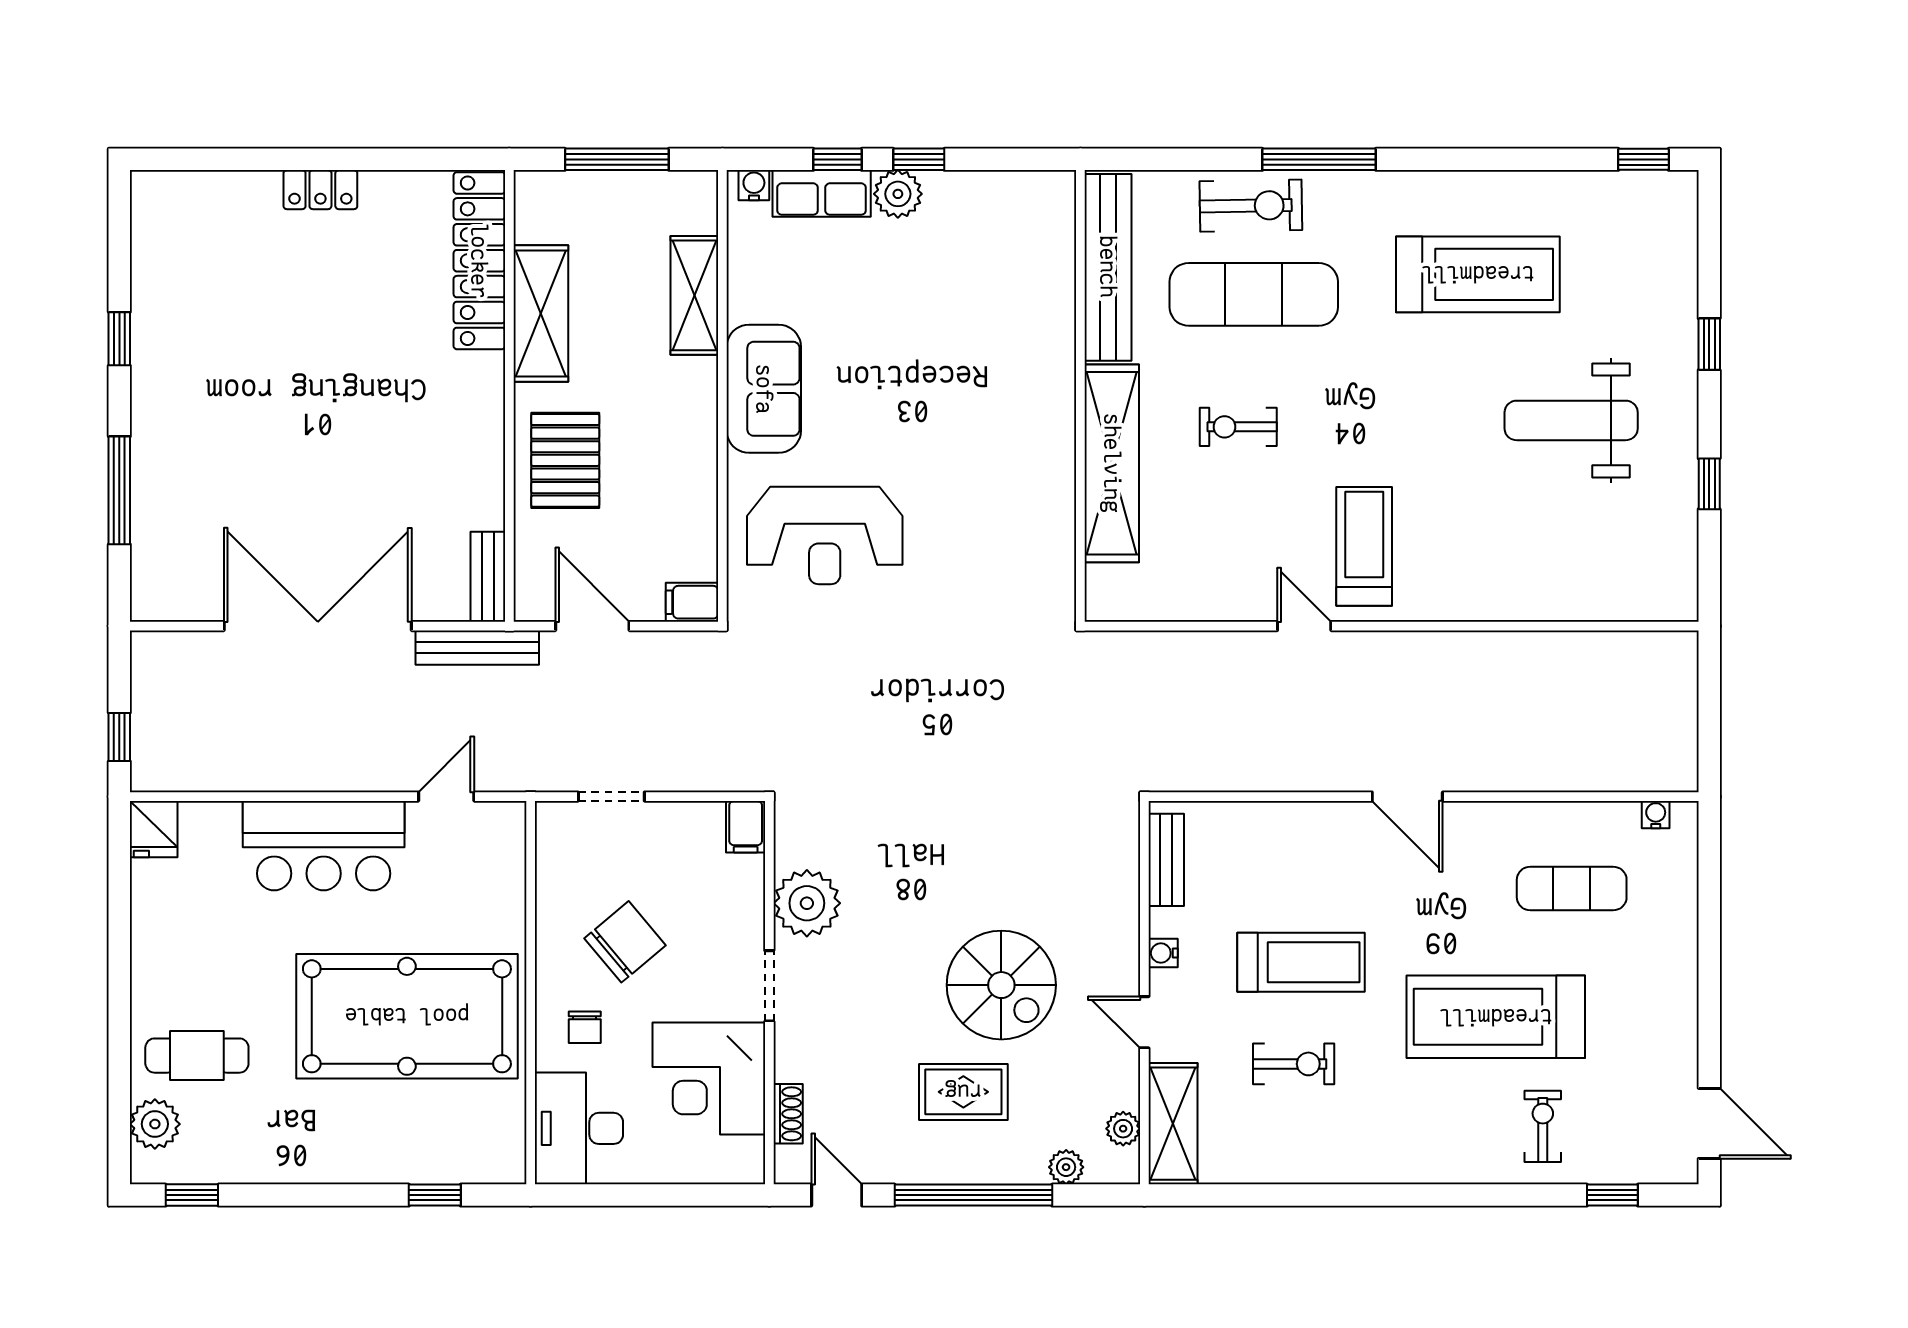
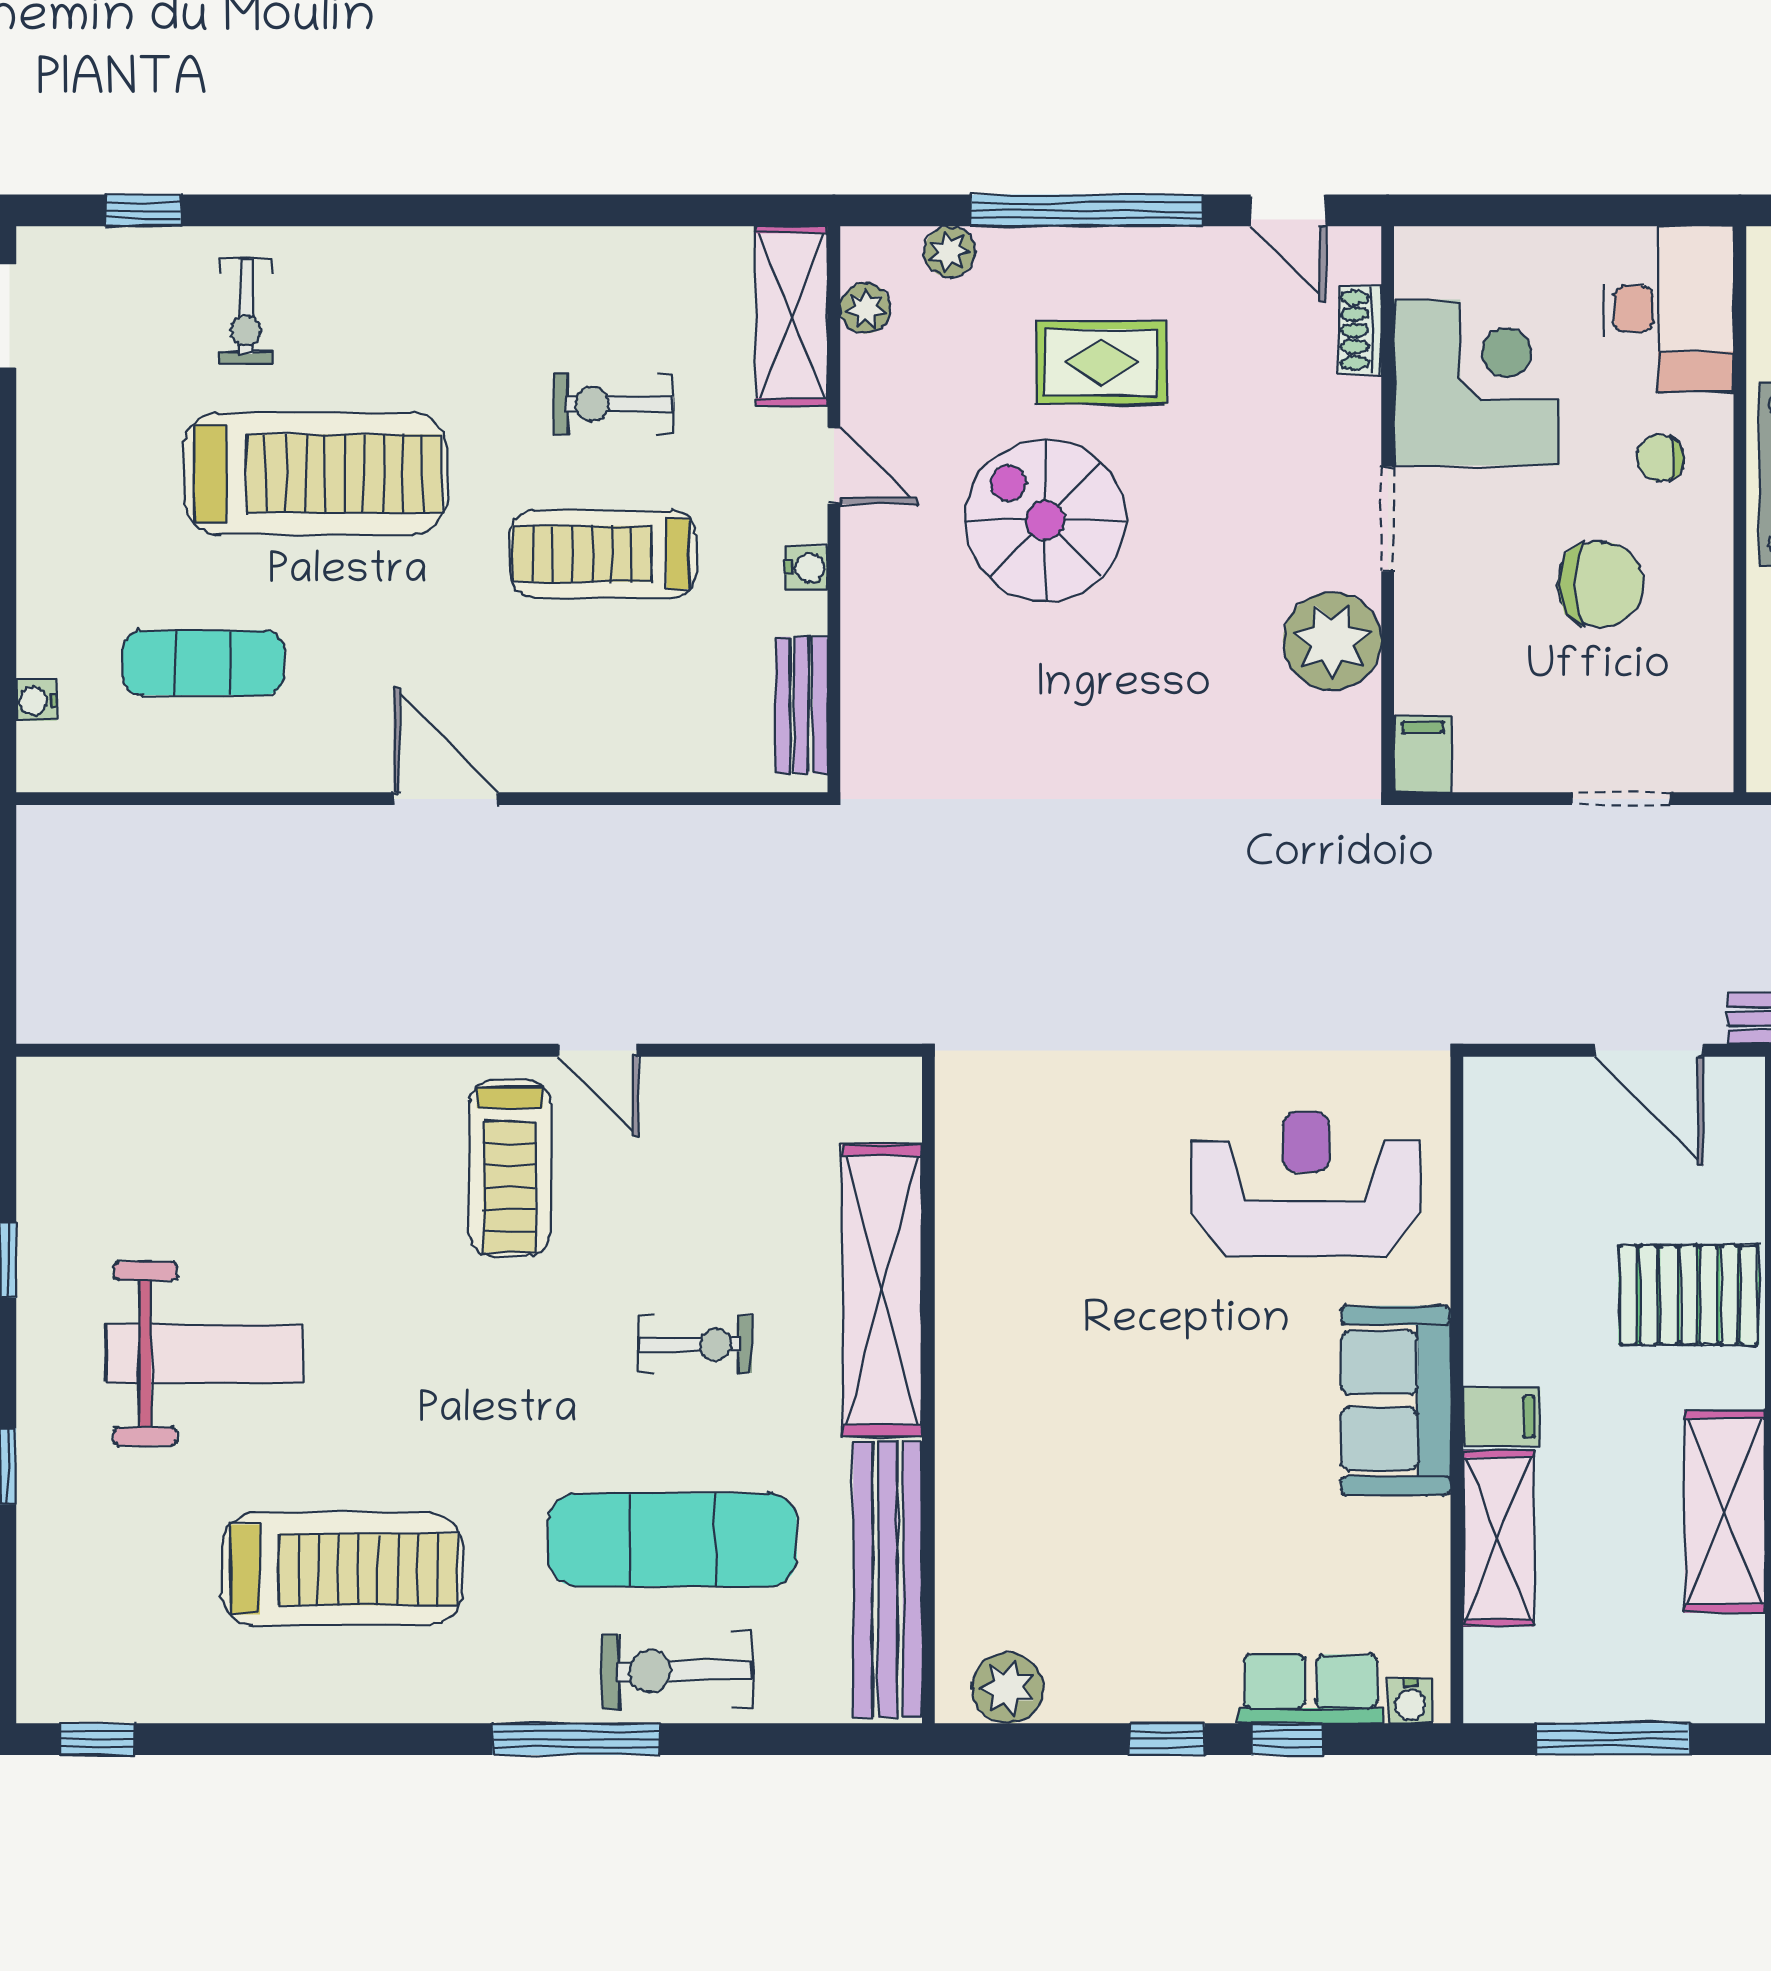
plant: (898, 194) -> (1008, 1688), moved
treadmill: (1478, 274) -> (342, 1569), turned 180
pallet: (565, 460) -> (1689, 1295), turned 90
filing cabinet: (692, 602) -> (1502, 1417), moved
water cooler: (1656, 815) -> (36, 701), moved, turned 90
chair: (625, 942) -> (1601, 584), turned -140
chair: (585, 1027) -> (1660, 458), turned -90

